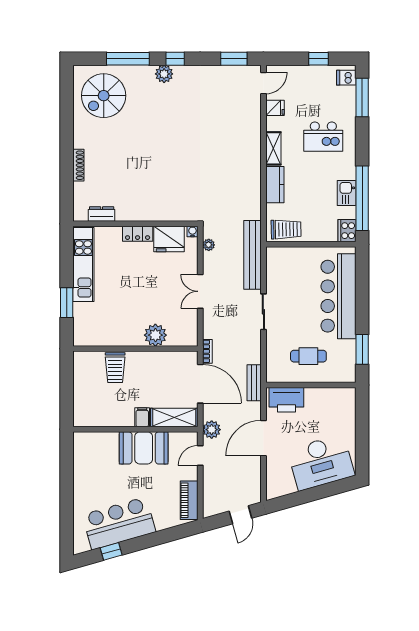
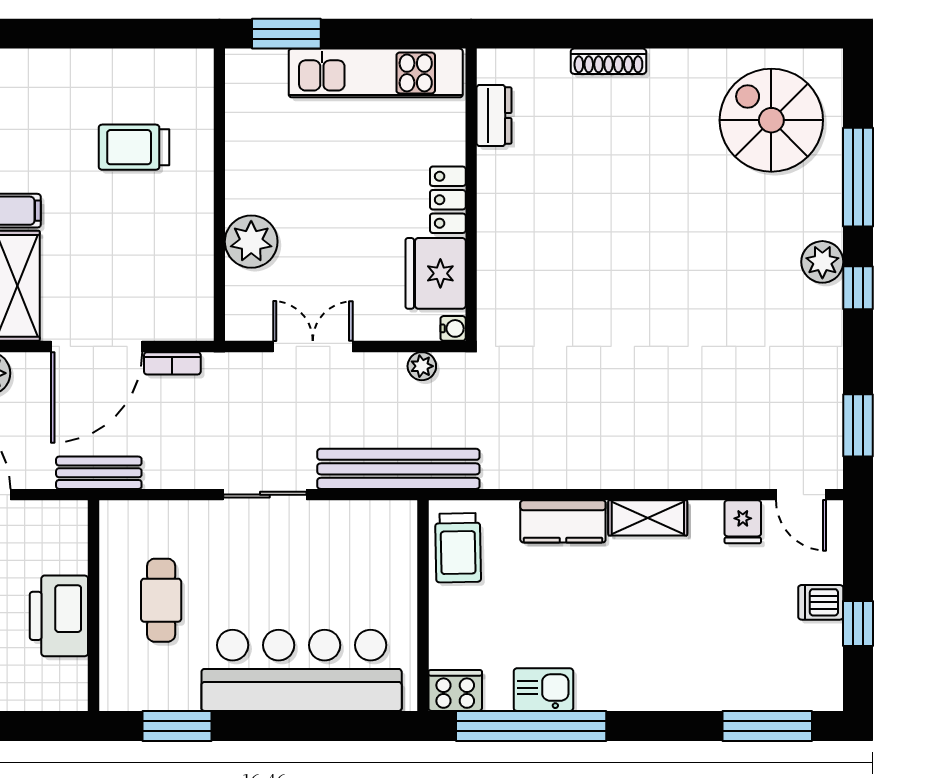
dishwasher: (346, 78) -> (821, 602), moved, turned -90
kitchen island: (323, 137) -> (675, 635), removed
plant: (155, 335) -> (251, 242), moved
wall: (135, 349) -> (219, 195), moved
printer: (286, 400) -> (59, 616), moved

